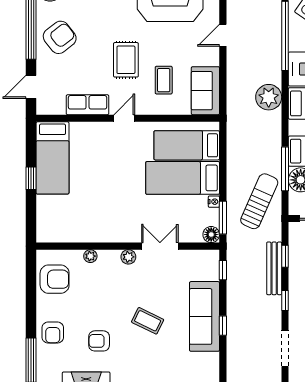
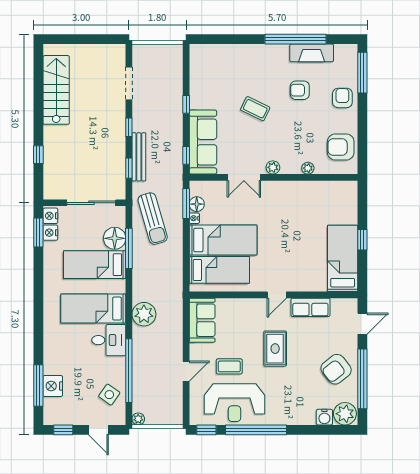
coffee table: (164, 80) -> (229, 366), moved, turned 90
sun lounger: (259, 201) -> (153, 219), turned -40
floor lamp: (211, 235) -> (197, 204), moved
sofa: (205, 316) -> (203, 142), moved
armchair: (99, 341) -> (300, 90), turned 180

